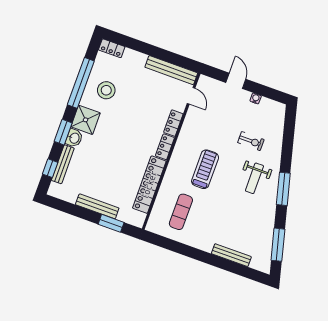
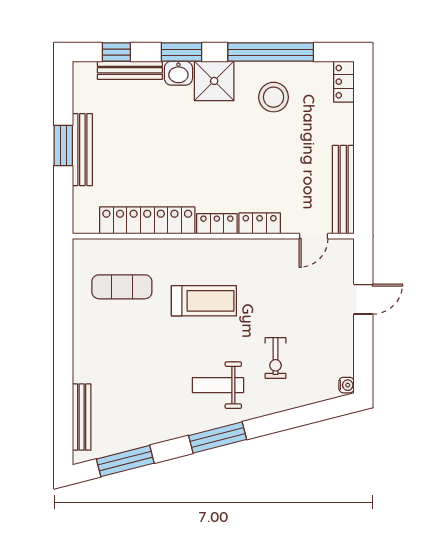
water cooler: (256, 98) -> (347, 385), moved
window: (111, 223) -> (63, 145), moved
bench: (231, 255) -> (82, 417), moved

